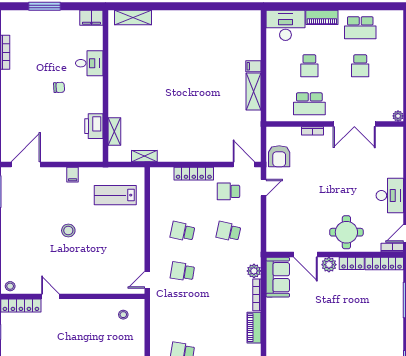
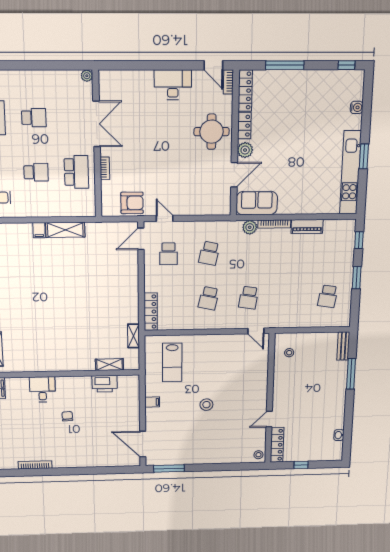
locker: (194, 174) -> (151, 312), moved

